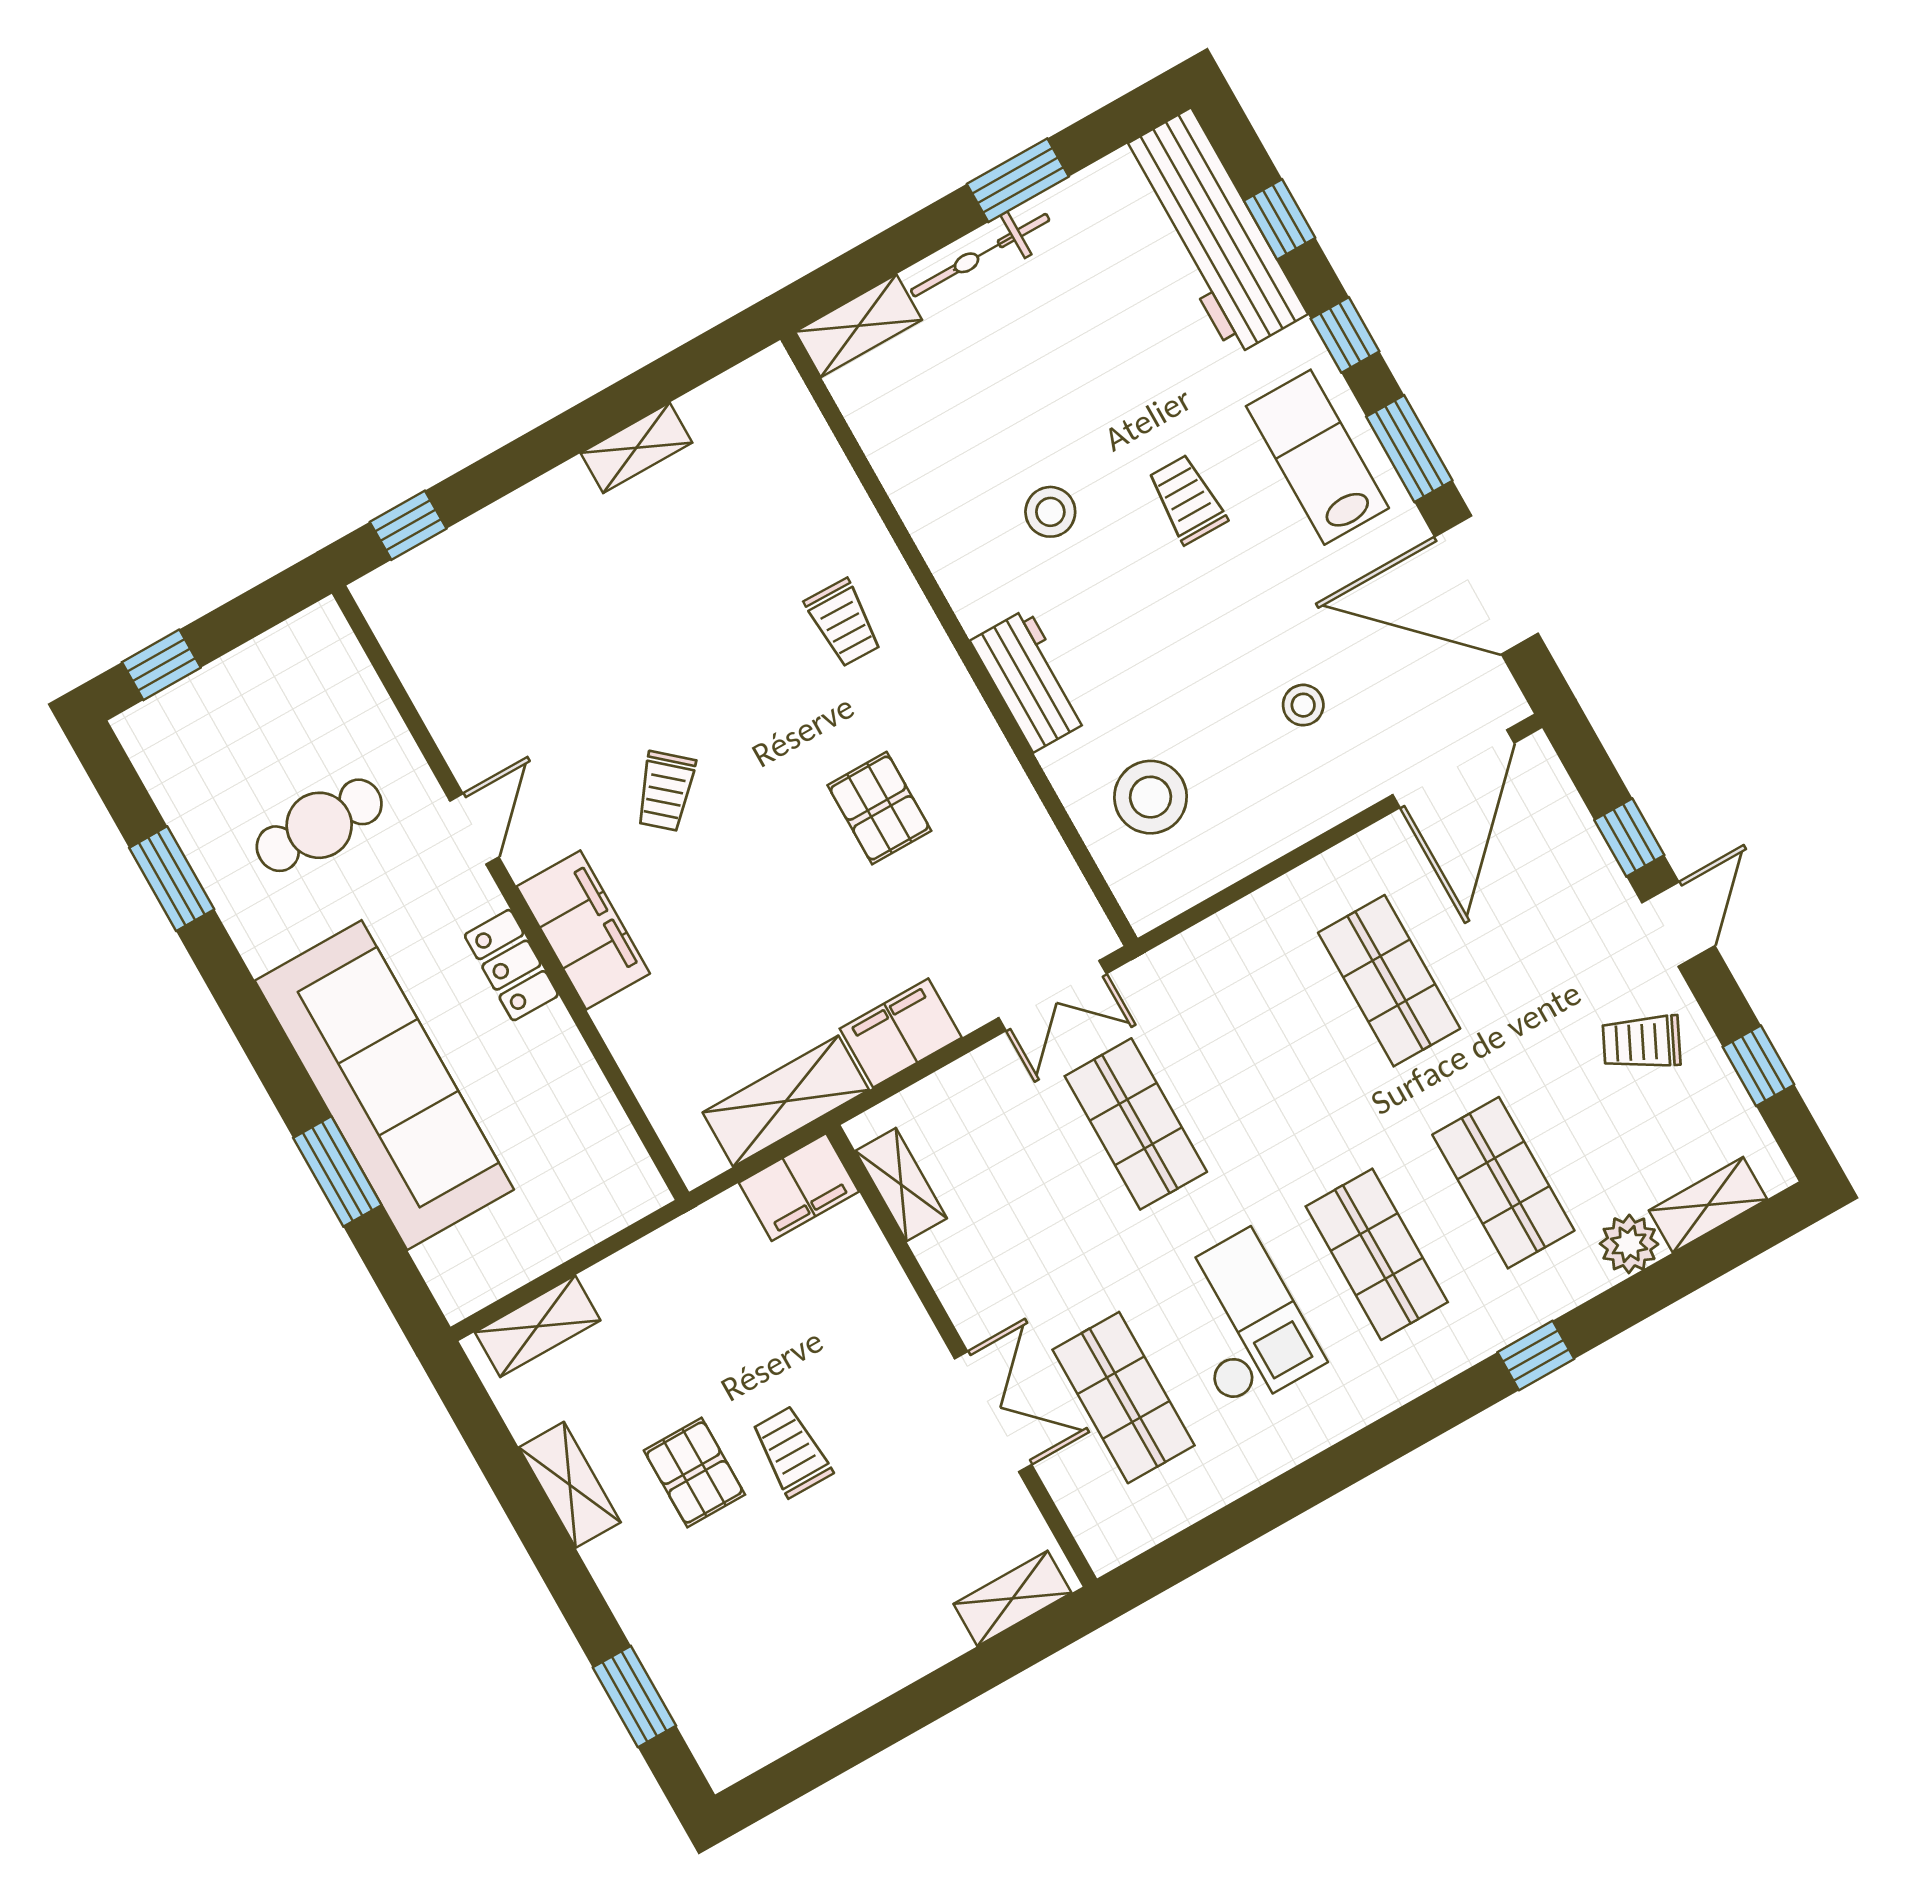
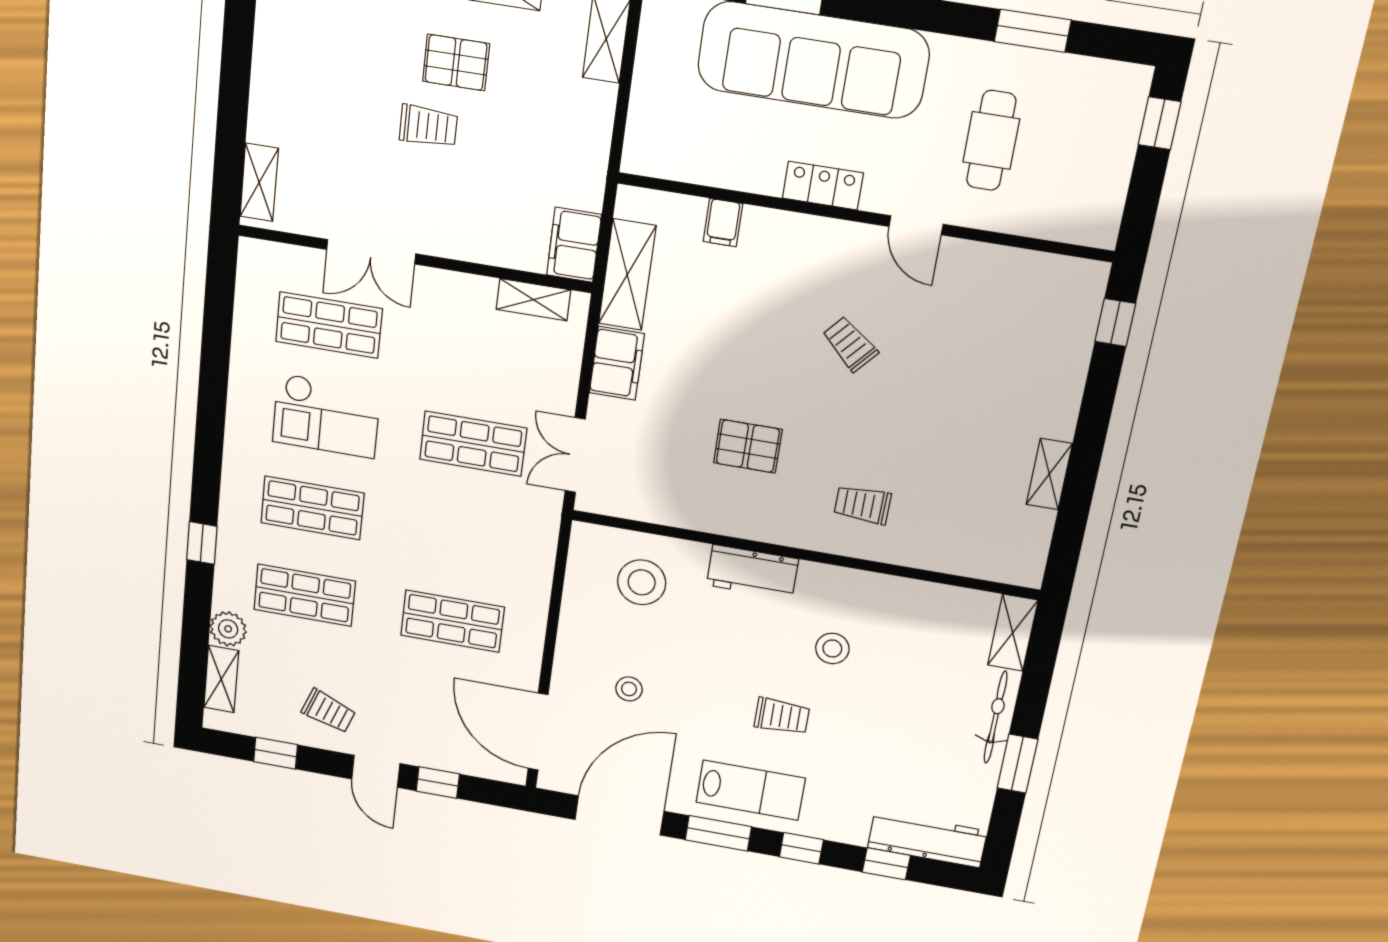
workbench: (1212, 232) -> (927, 839), width x0.73, depth x0.76
filing cabinet: (583, 930) -> (723, 223), moved, width x0.33, depth x0.86
trolley: (1641, 1042) -> (329, 711), turned 84

